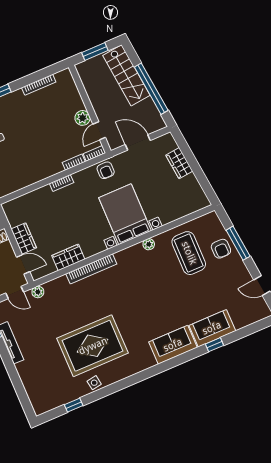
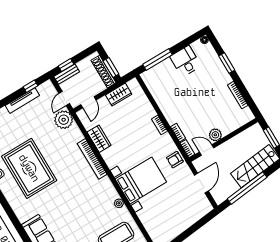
wardrobe: (179, 163) -> (189, 219), removed
wardrobe: (24, 238) -> (119, 95), moved
plant: (38, 292) -> (64, 120), width x1.88, depth x1.88

